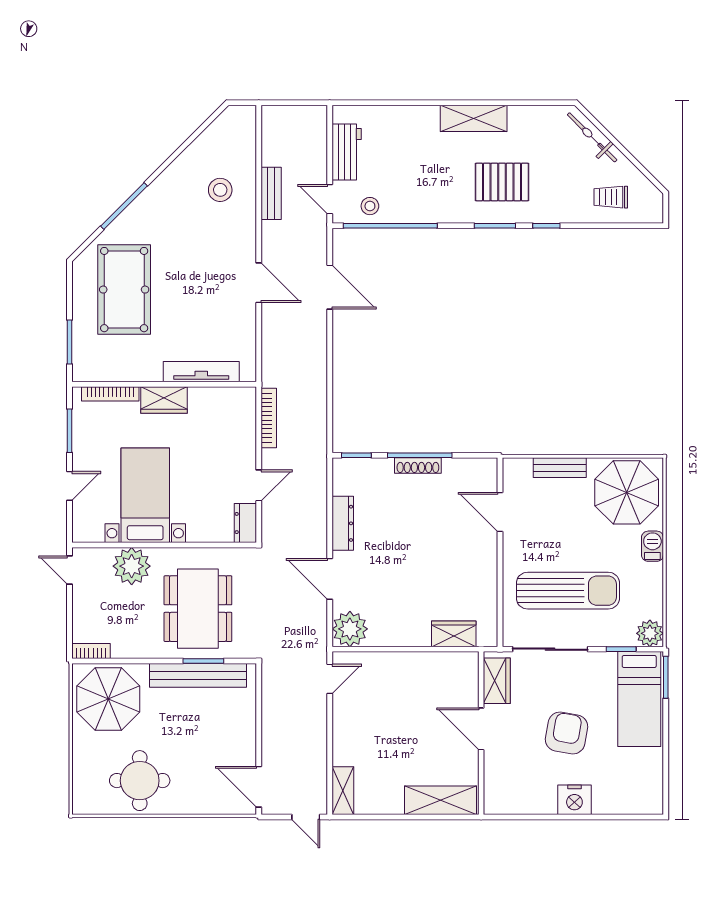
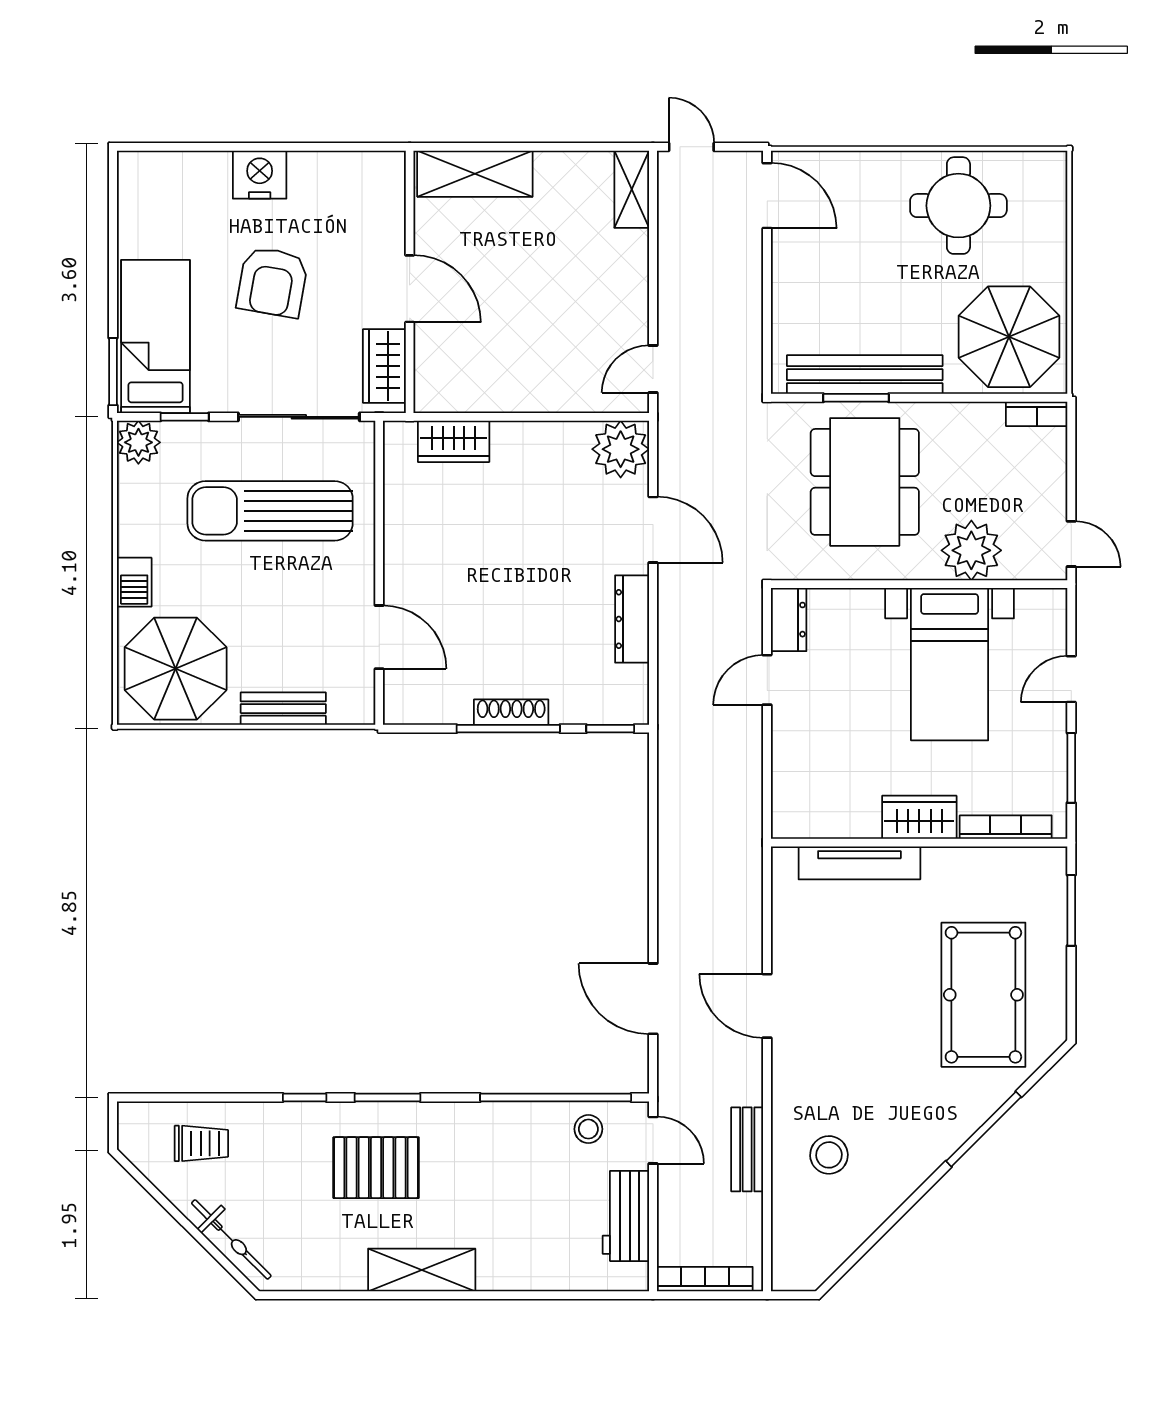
bookcase: (269, 418) -> (705, 1279), moved, turned 90

